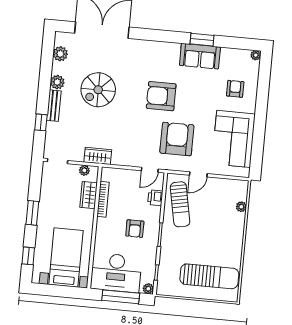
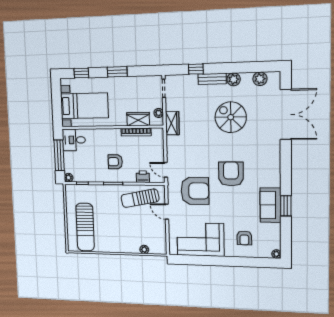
armchair: (235, 89) -> (244, 238), turned 90
desk: (116, 273) -> (74, 140), width x0.53, depth x0.77

